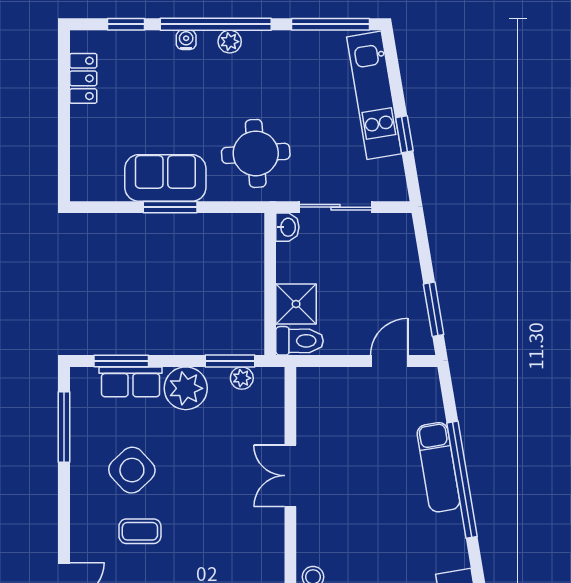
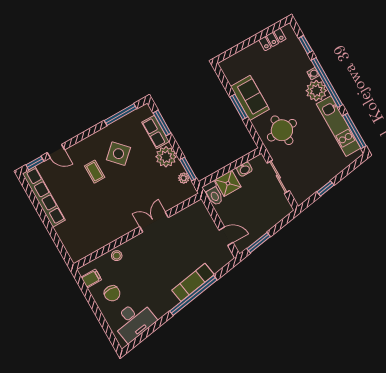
plant: (230, 42) -> (316, 91), width x1.87, depth x1.87
kitchen unit: (374, 95) -> (339, 126), moved, turned -81
washbasin: (287, 227) -> (244, 169), moved

